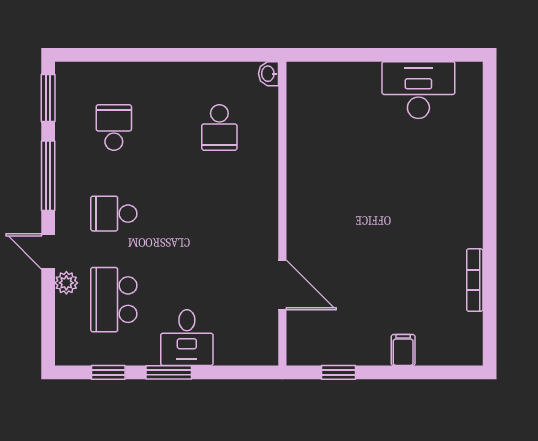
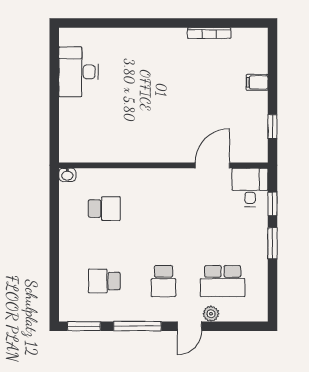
desk: (187, 338) -> (250, 187), moved, turned -90
window: (108, 372) -> (272, 204), moved

